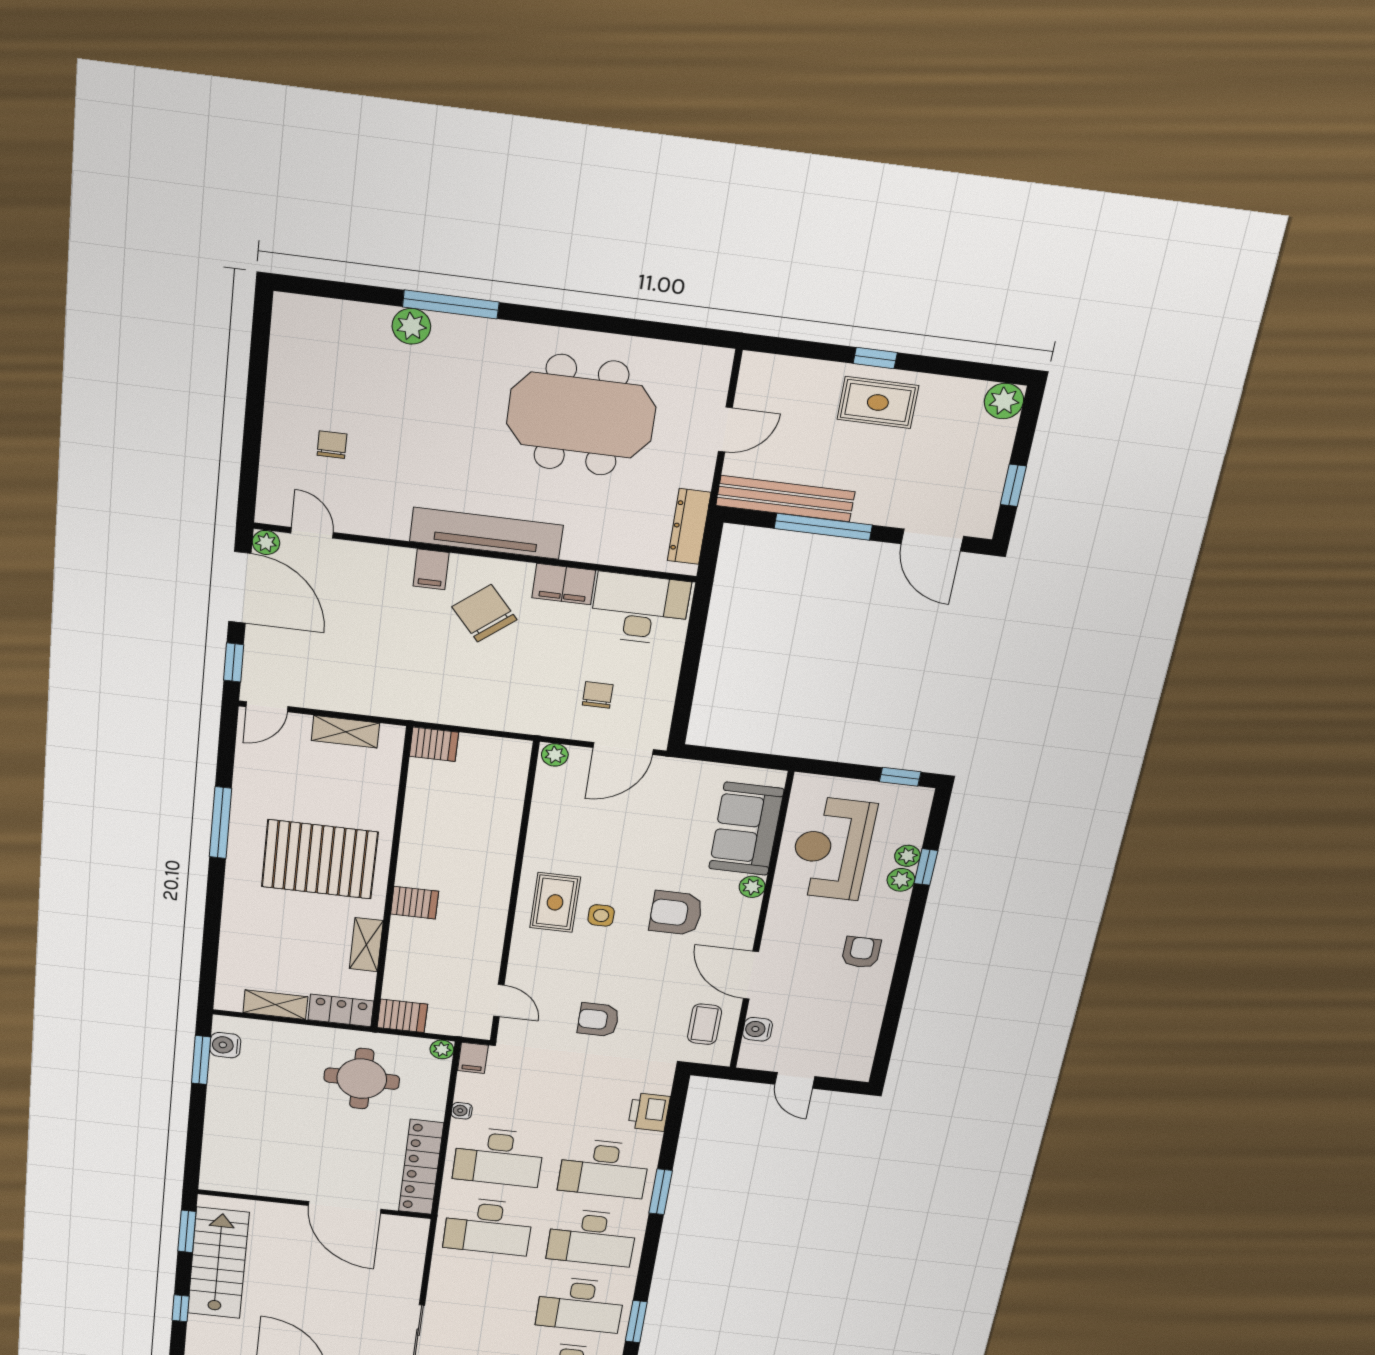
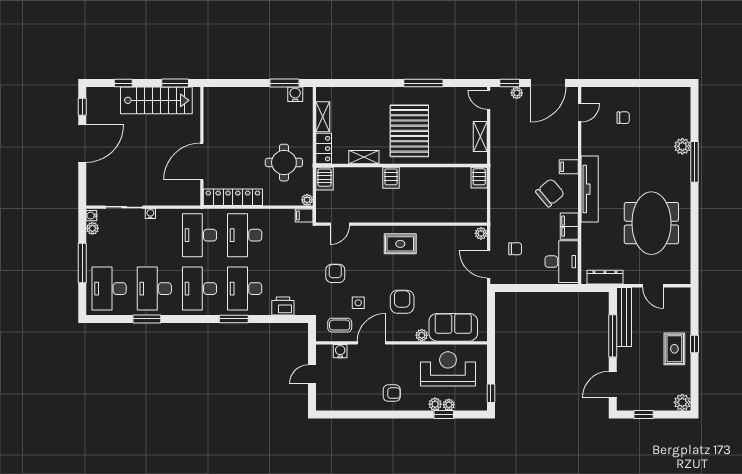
plant: (266, 542) -> (517, 93), moved
side table: (601, 915) -> (358, 303), moved
water cooler: (462, 1111) -> (150, 214), moved

